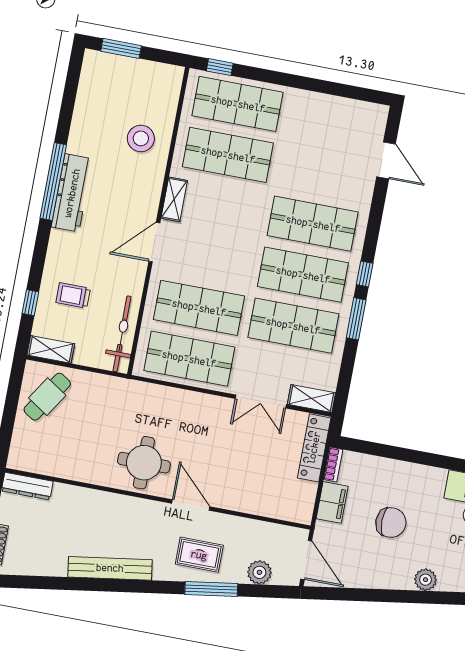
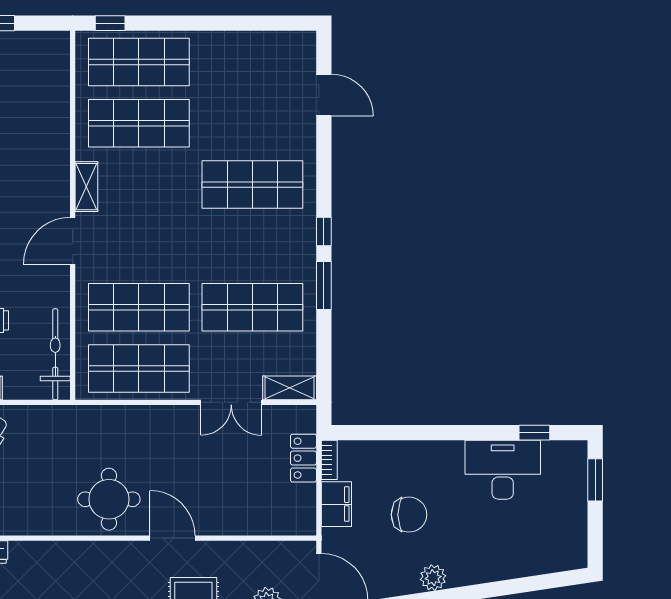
stool: (141, 138) -> (34, 123), removed
shop shelf: (303, 275) -> (252, 246), removed
locker: (314, 448) -> (303, 458), width x0.66
plant: (426, 580) -> (433, 578), moved

